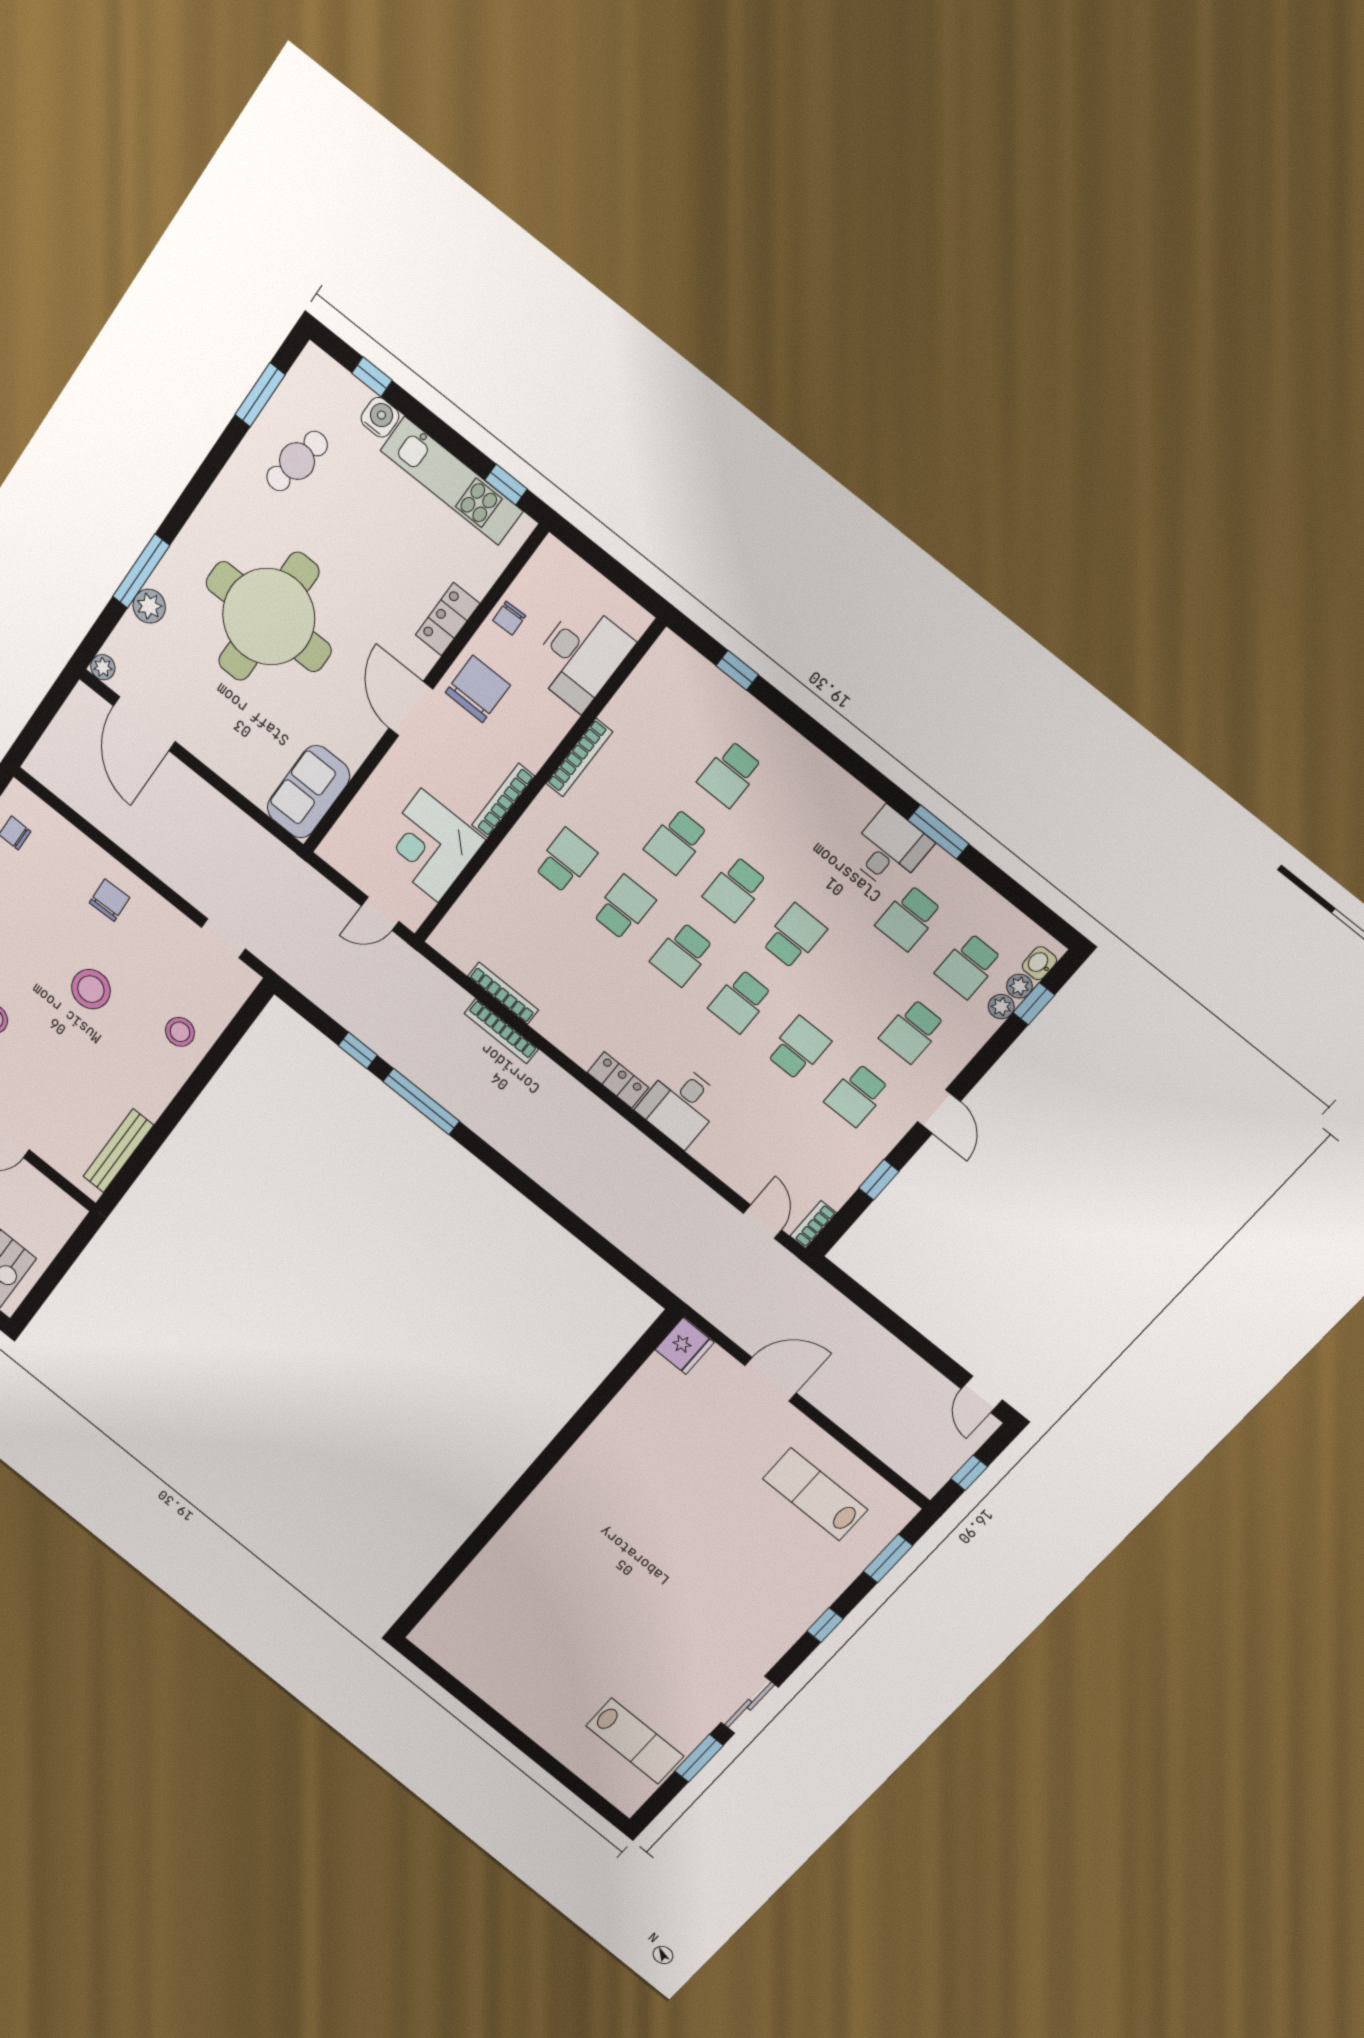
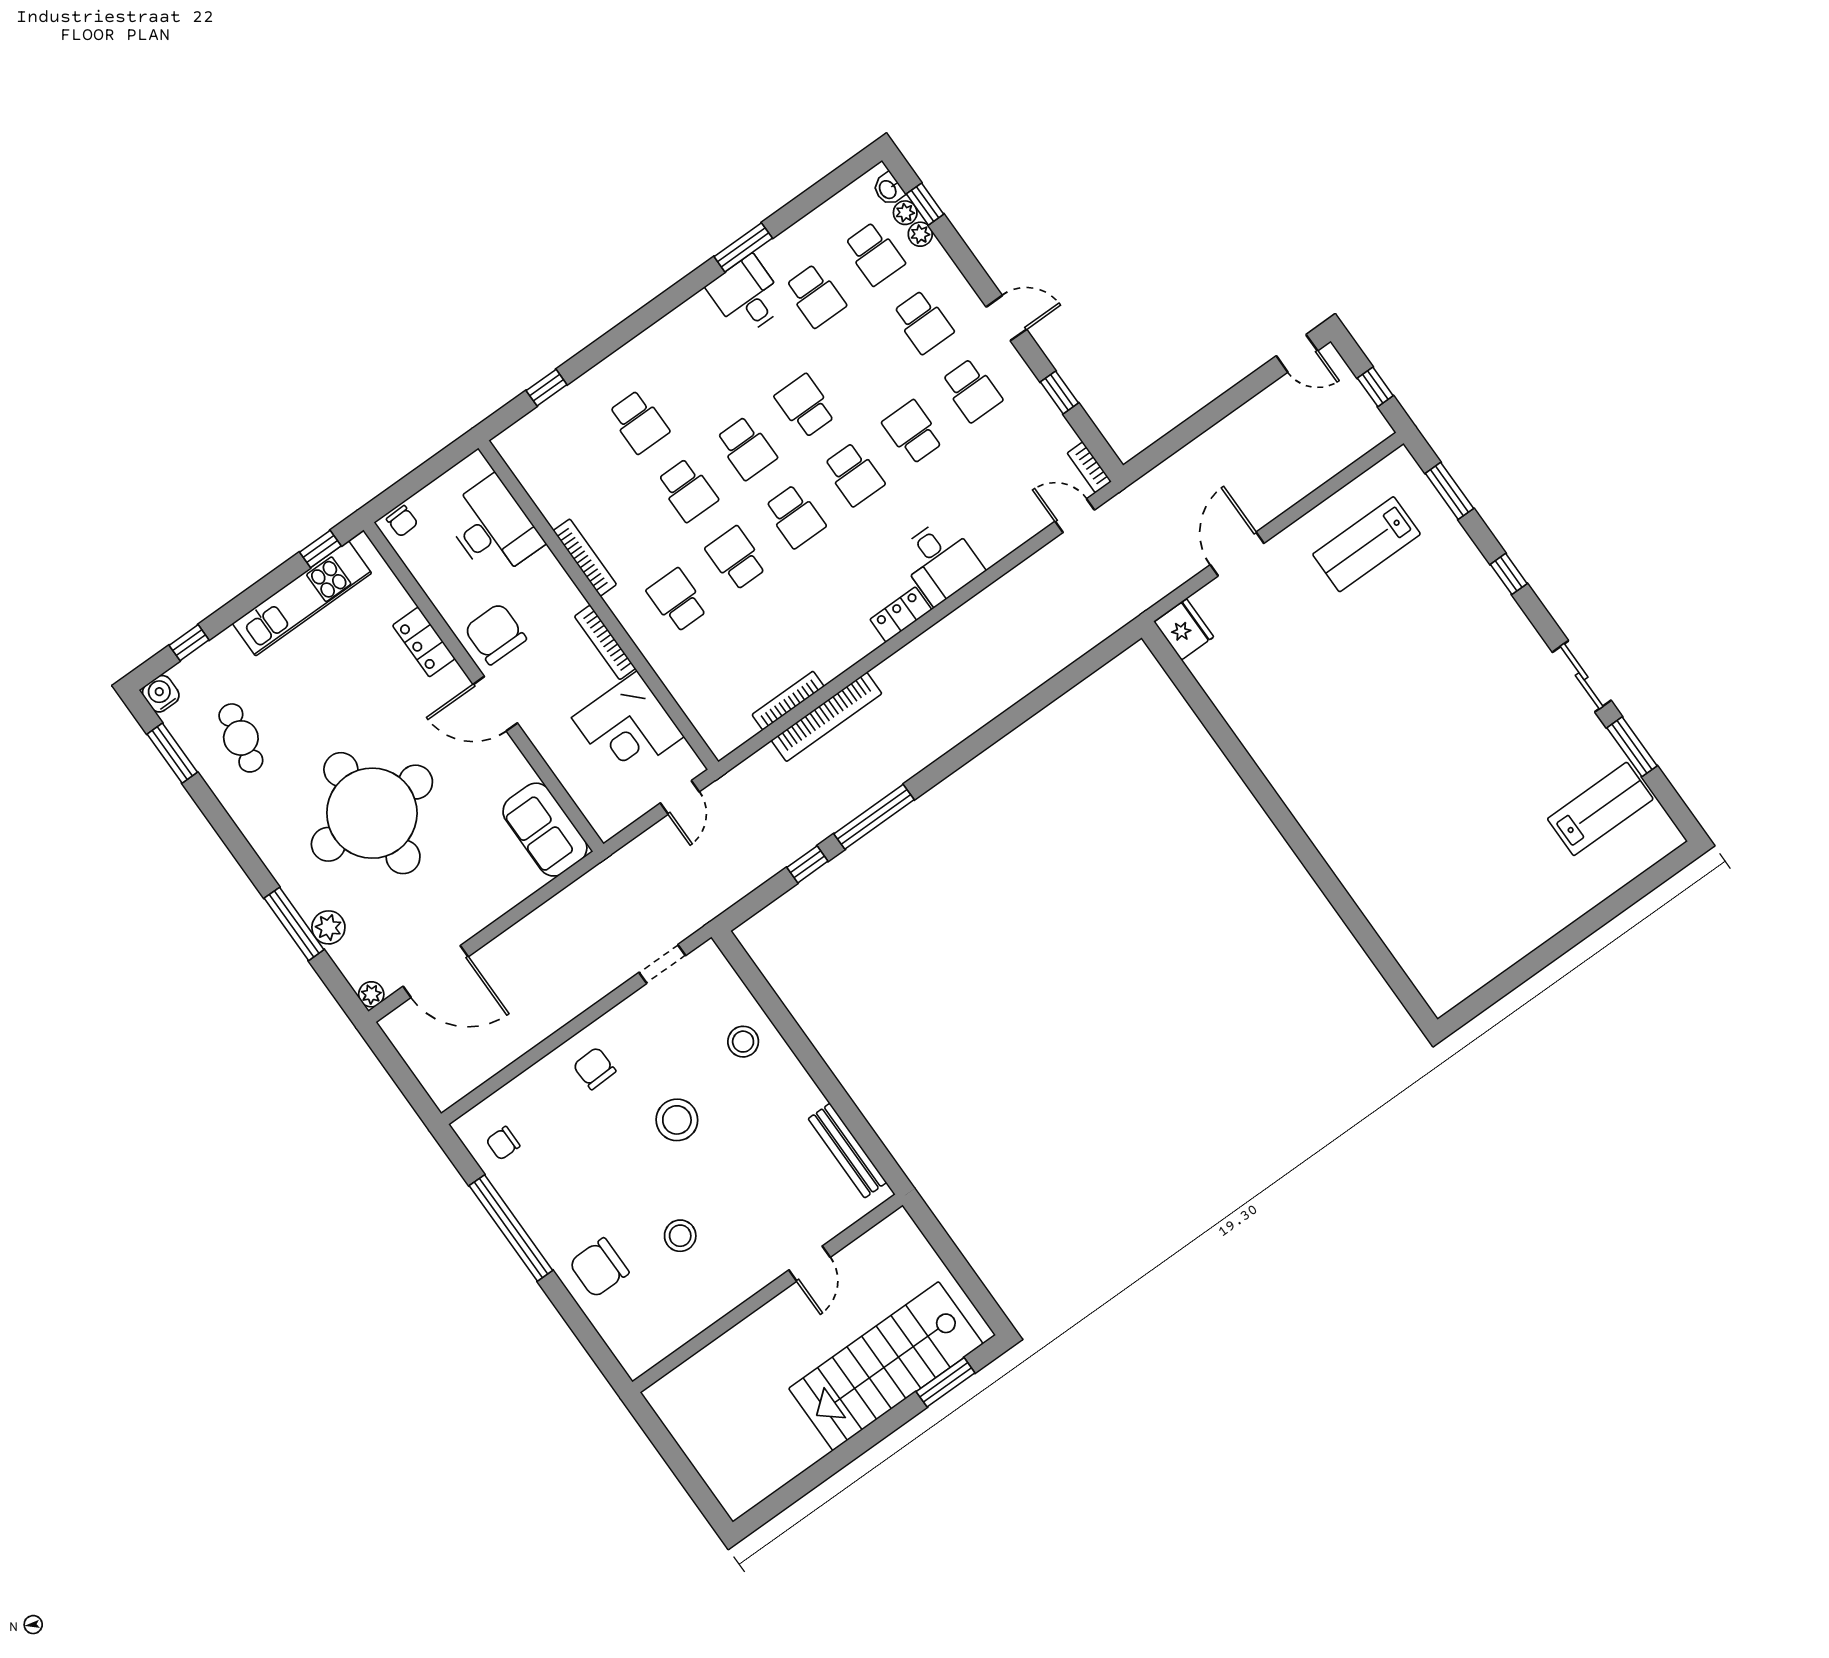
water cooler: (380, 417) -> (161, 694), moved
chair: (509, 618) -> (402, 521), moved
bookcase: (501, 1031) -> (826, 717), width x1.48, depth x1.31

